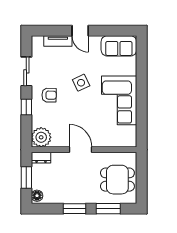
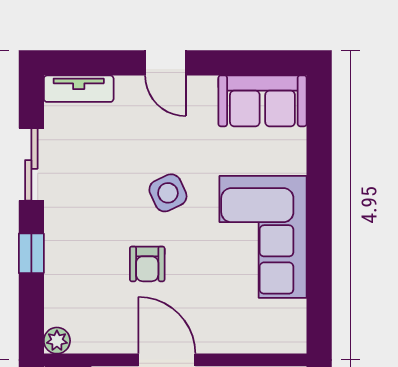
tv unit: (58, 41) -> (79, 89), moved
armchair: (49, 95) -> (147, 264), moved, turned 89
plant: (41, 137) -> (57, 341), width x0.53, depth x0.53

